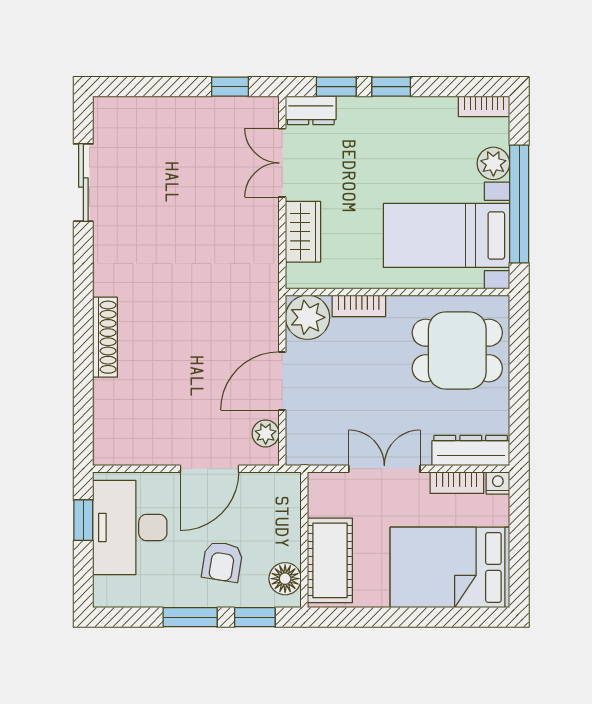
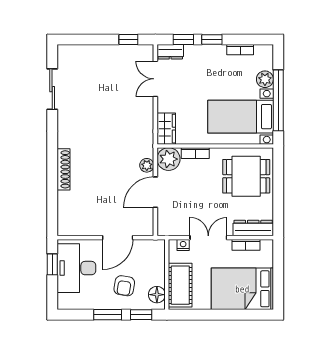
bookcase: (484, 106) -> (240, 50), moved
wardrobe: (303, 232) -> (166, 129), moved
plant: (266, 433) -> (147, 165), moved
nightstand: (498, 483) -> (183, 245), moved

